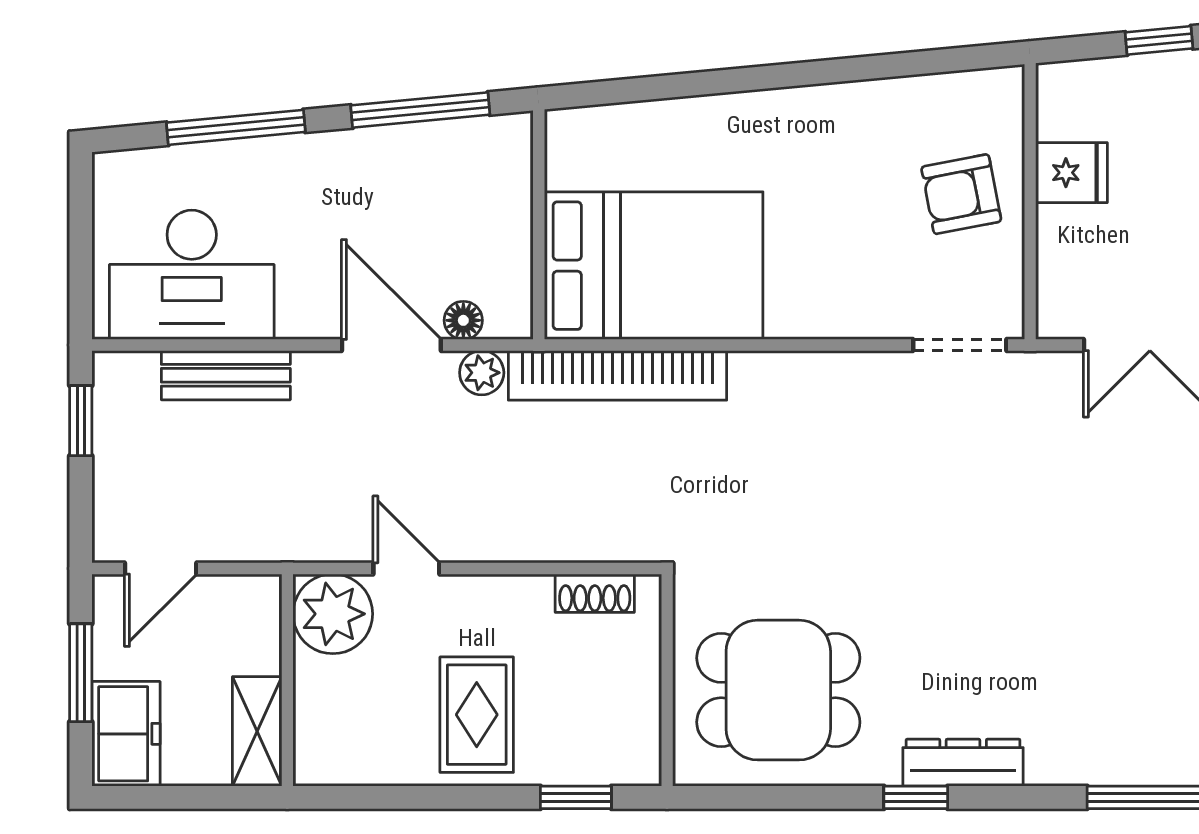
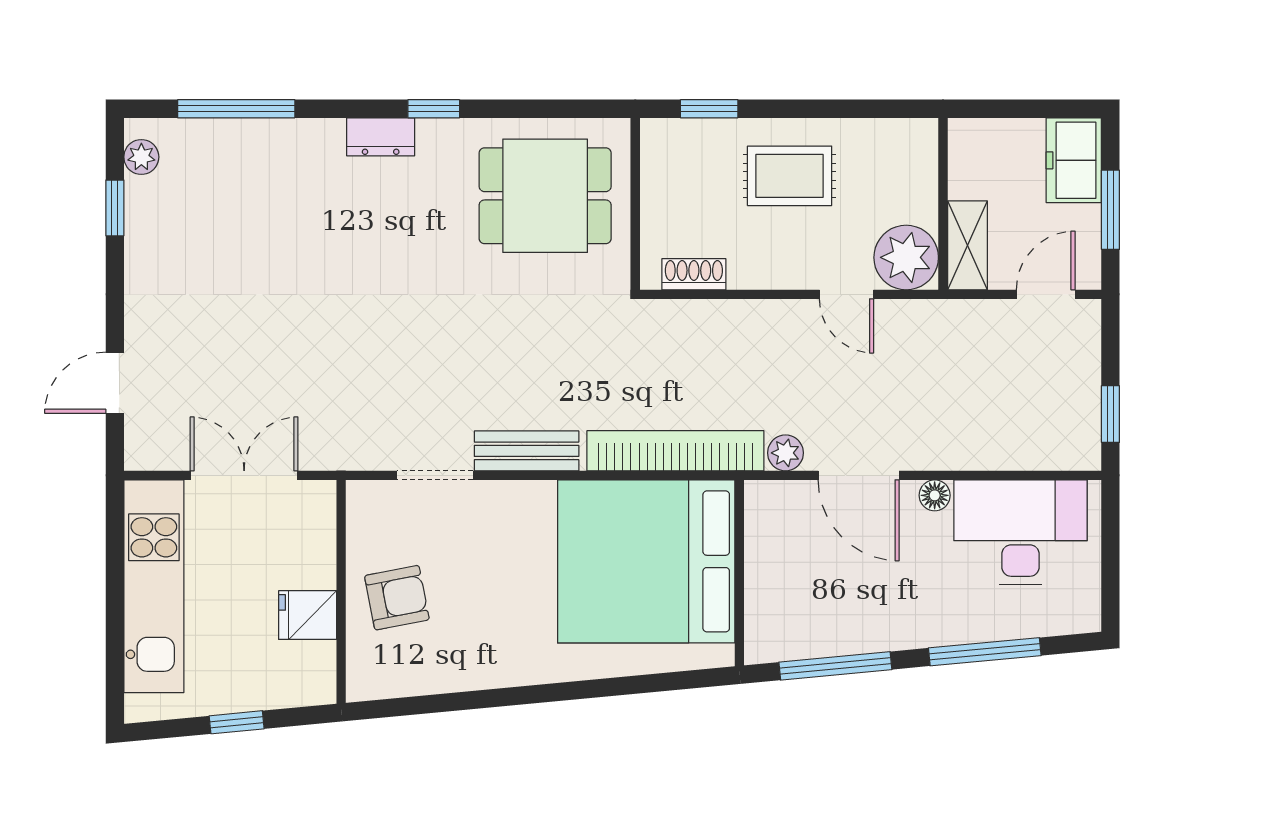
bed: (654, 266) -> (646, 561), width x1.36
floor lamp: (463, 320) -> (935, 495), moved
doorway: (960, 345) -> (435, 475), moved
bench: (226, 375) -> (527, 451), moved
rug: (477, 715) -> (790, 176), turned 90
shelving: (257, 731) -> (967, 245), moved
dresser: (963, 763) -> (381, 137), width x0.70

